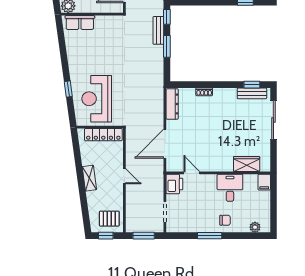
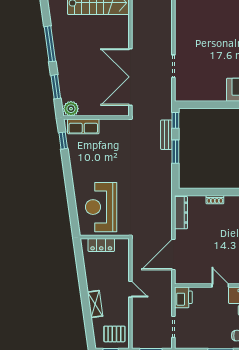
window: (68, 89) -> (63, 141), moved
locker: (103, 135) -> (101, 245), width x0.66
door: (192, 173) -> (220, 285), moved
shelving: (89, 178) -> (95, 304), moved

